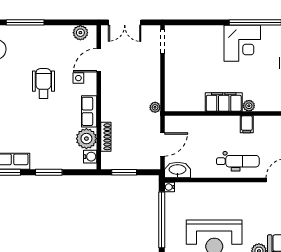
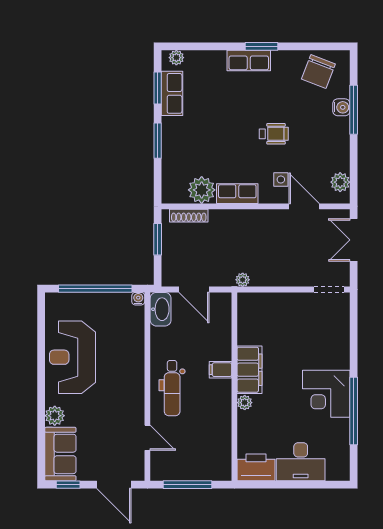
wheelchair: (43, 83) -> (274, 134), width x0.73, depth x0.73
filing cabinet: (247, 124) -> (220, 370), moved
shoe rack: (106, 137) -> (189, 216), moved
water cooler: (90, 157) -> (341, 107), moved, turned -90

